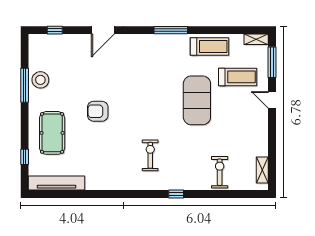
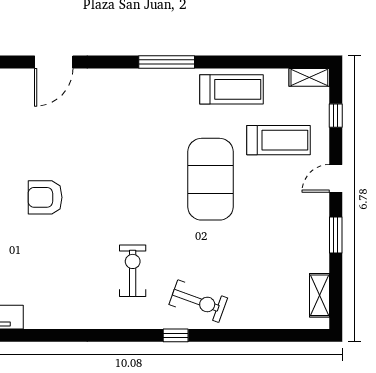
window: (272, 62) -> (336, 116), width x0.46
door: (272, 100) -> (336, 178), hinge flipped
window: (272, 134) -> (336, 235), added
exercise bike: (220, 172) -> (198, 301), moved, turned 110

